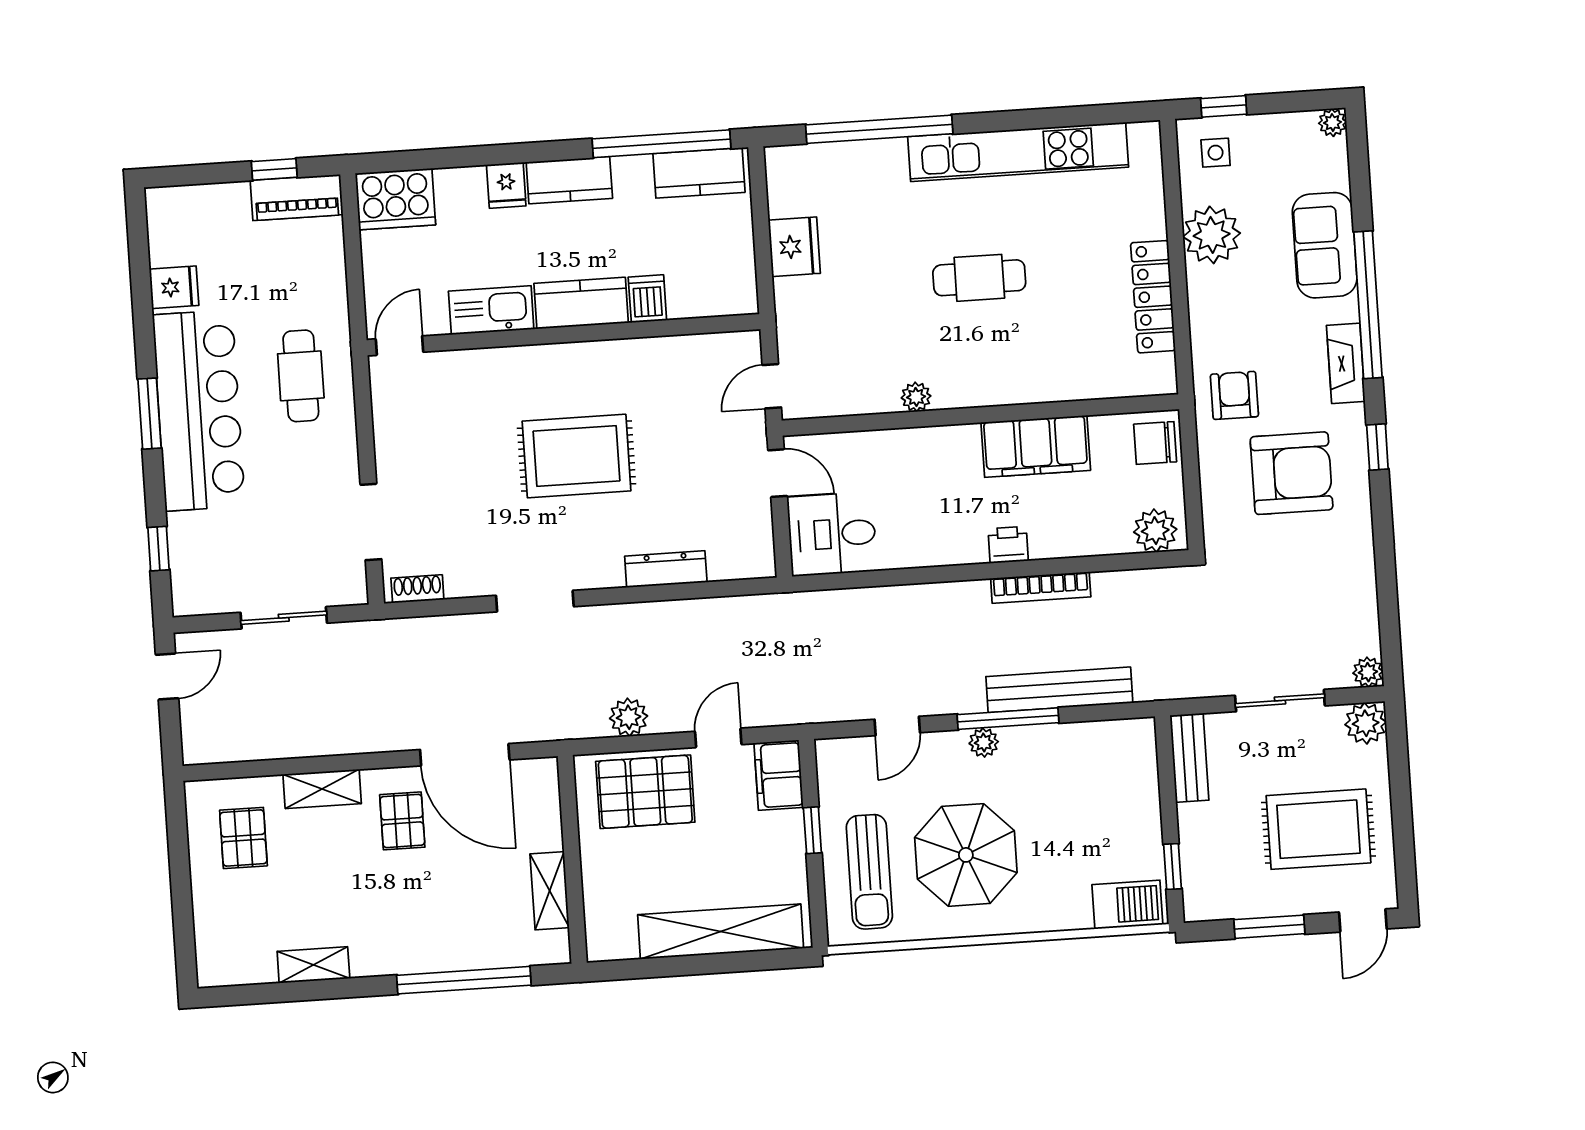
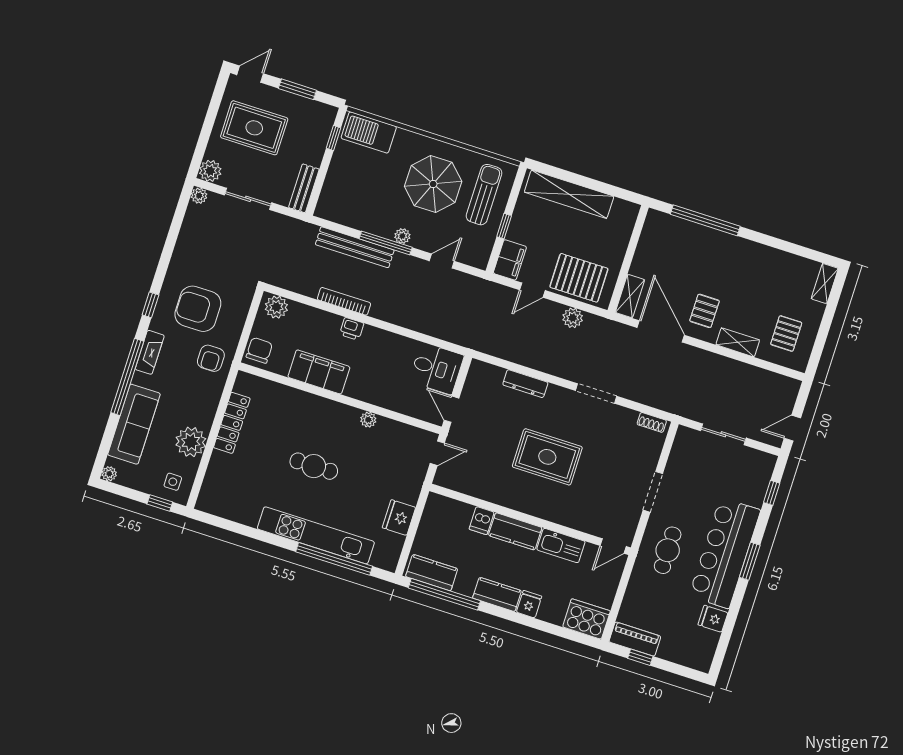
kitchen unit: (1018, 152) -> (316, 535), moved
sofa: (1325, 245) -> (134, 424), width x1.36
chair: (1155, 443) -> (259, 350), turned -90
doorway: (371, 522) -> (653, 492), moved
shelving: (550, 891) -> (630, 296), moved
barbecue: (1127, 904) -> (369, 132), width x1.37, depth x1.21
shelving: (313, 965) -> (825, 284), moved, turned 90

